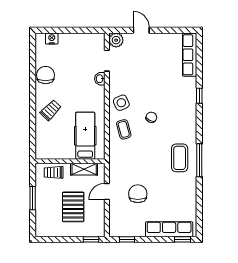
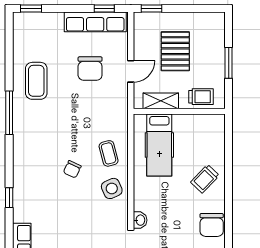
coffee table: (180, 158) -> (36, 81), moved
row of seats: (169, 229) -> (95, 22), moved

